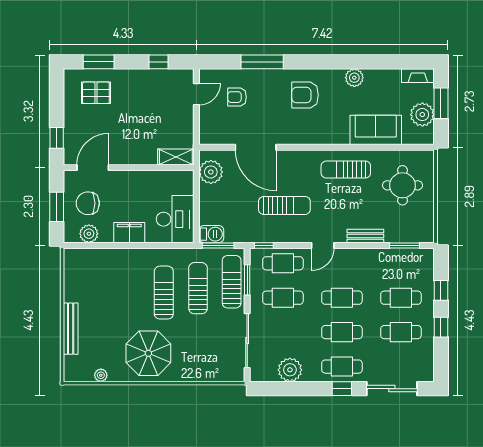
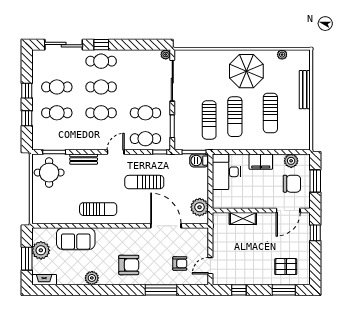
shelving: (176, 157) -> (243, 218), moved
round table: (403, 185) -> (49, 173), moved
sun lounger: (232, 282) -> (270, 113), moved
plant: (290, 370) -> (166, 55), moved, width x0.53, depth x0.53

